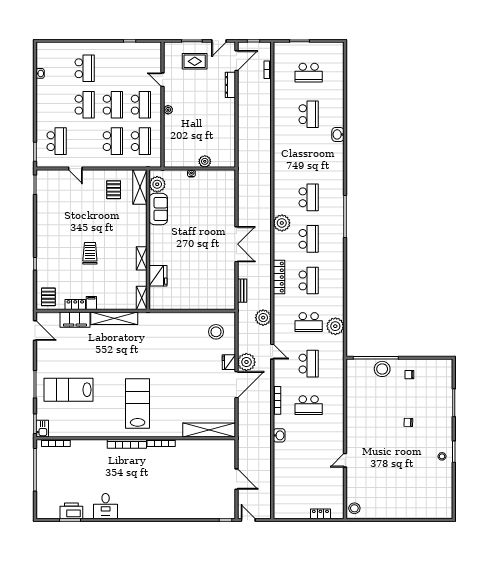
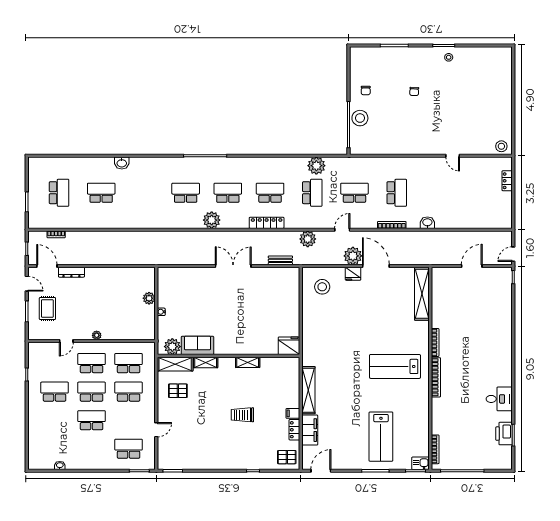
school desk: (85, 68) -> (55, 392), moved
fridge: (158, 276) -> (289, 346), moved
shelving: (142, 298) -> (206, 362), moved

